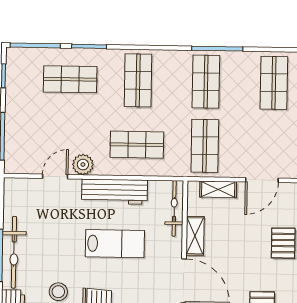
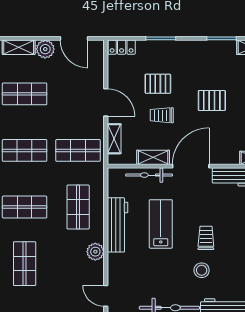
door: (55, 176) -> (106, 296), moved
bicycle: (174, 208) -> (149, 175), moved
trolley: (245, 247) -> (162, 115), added

